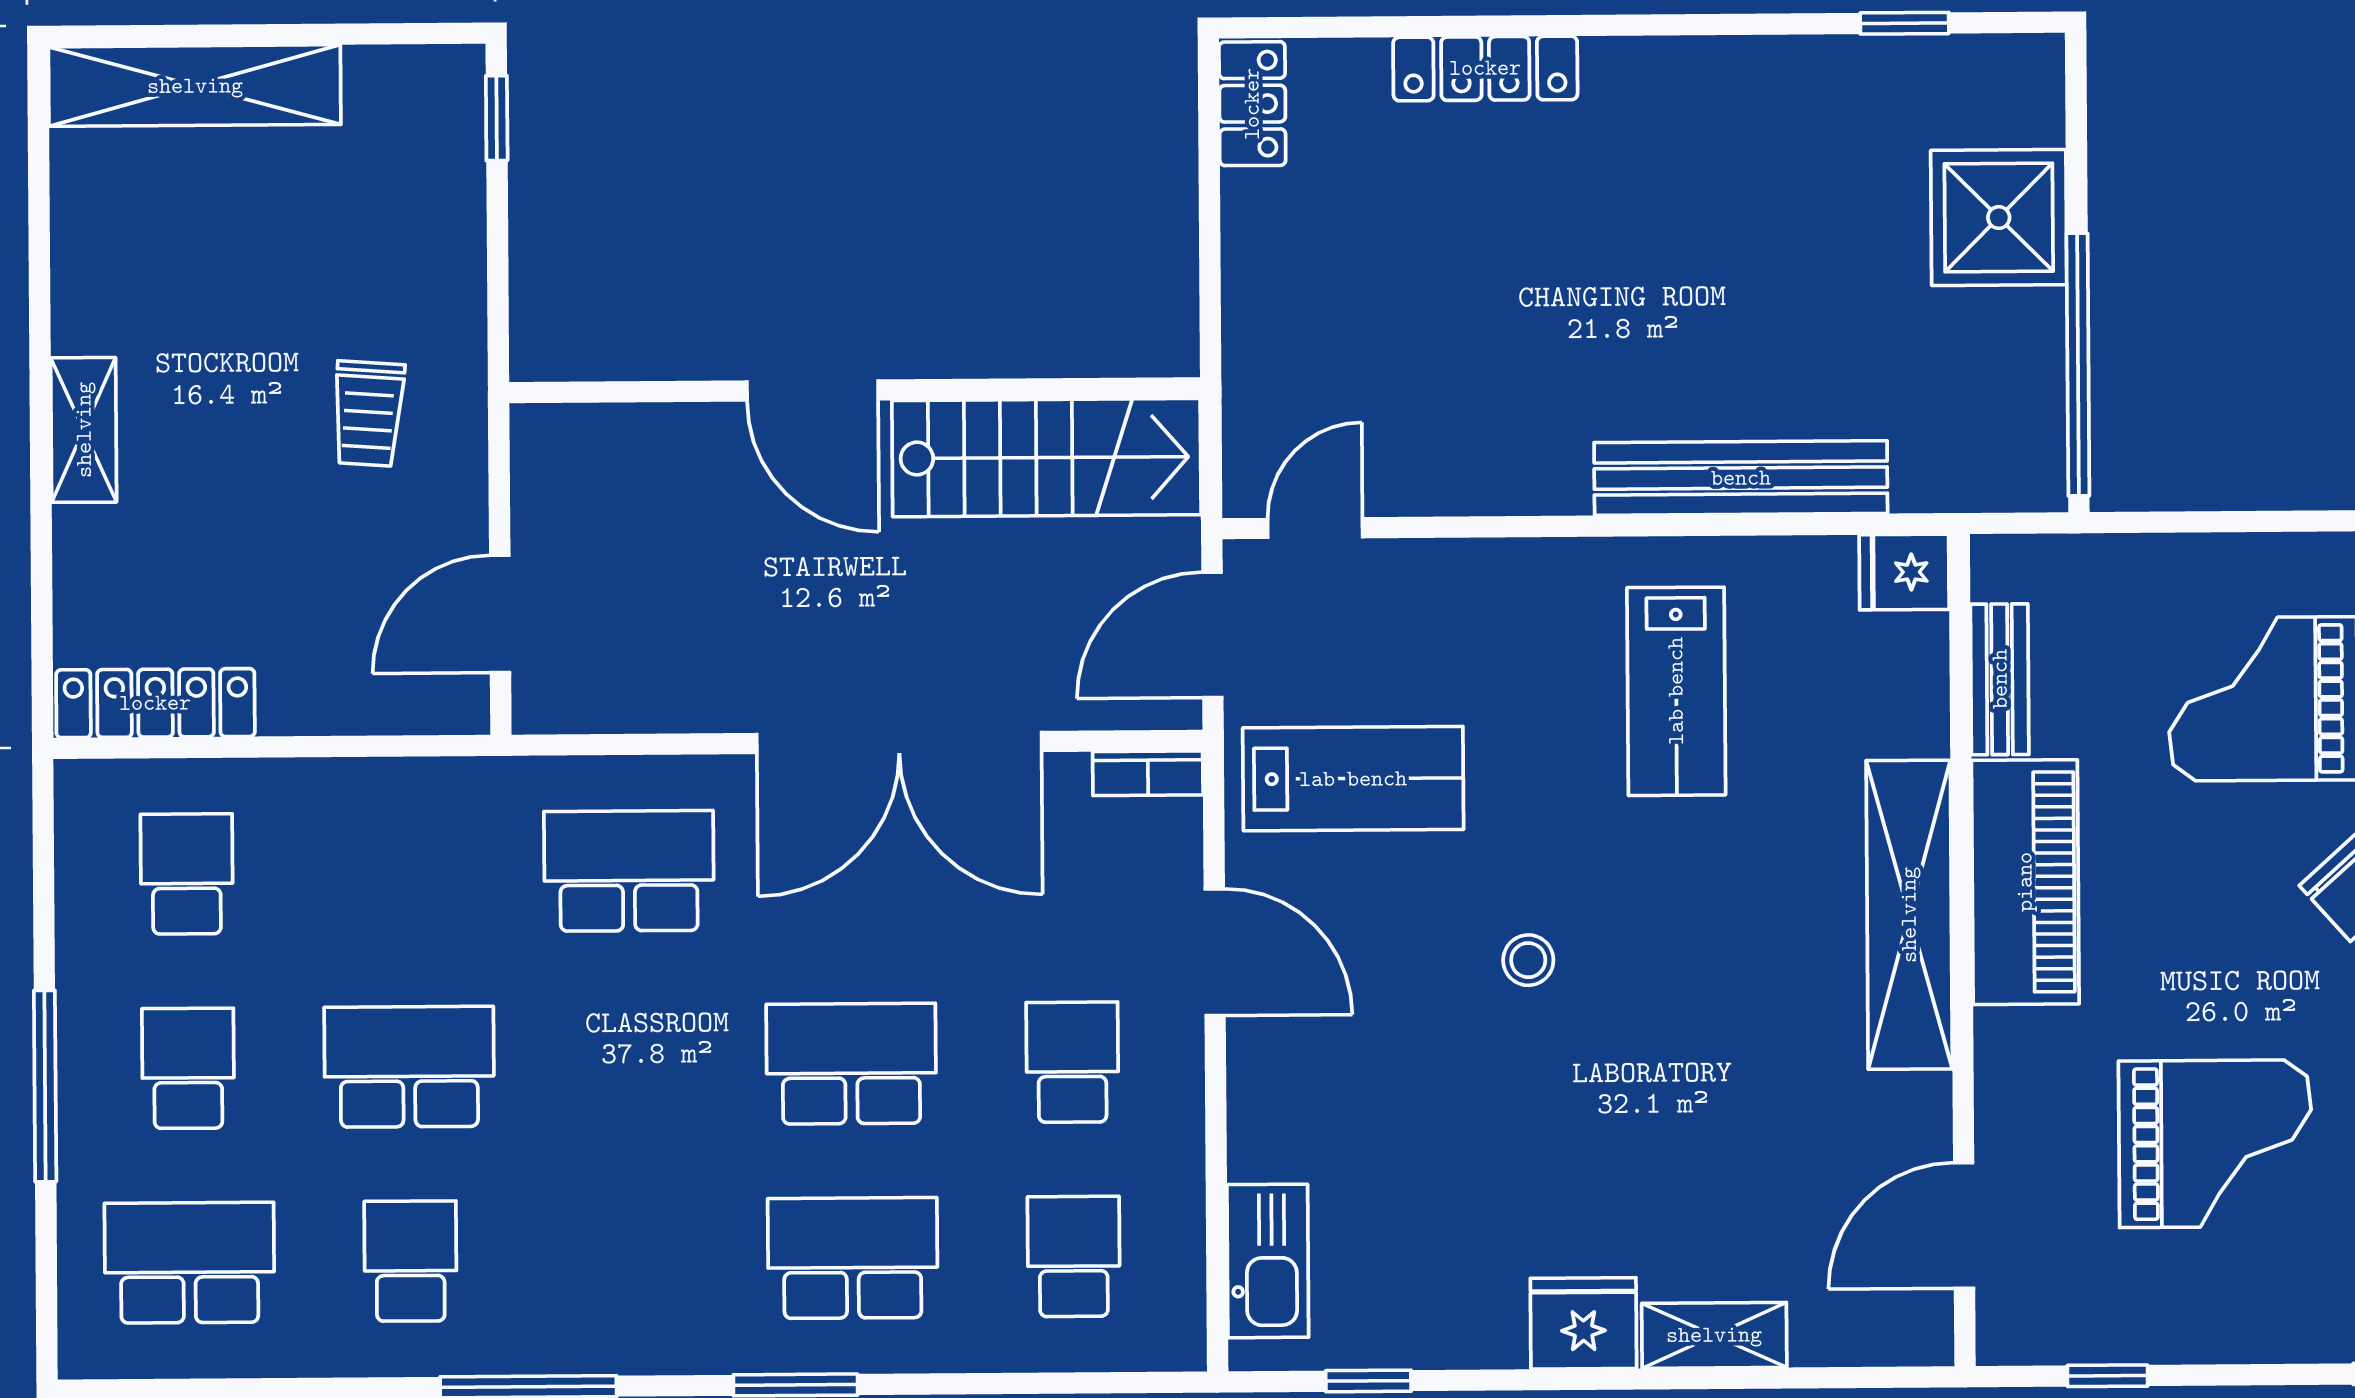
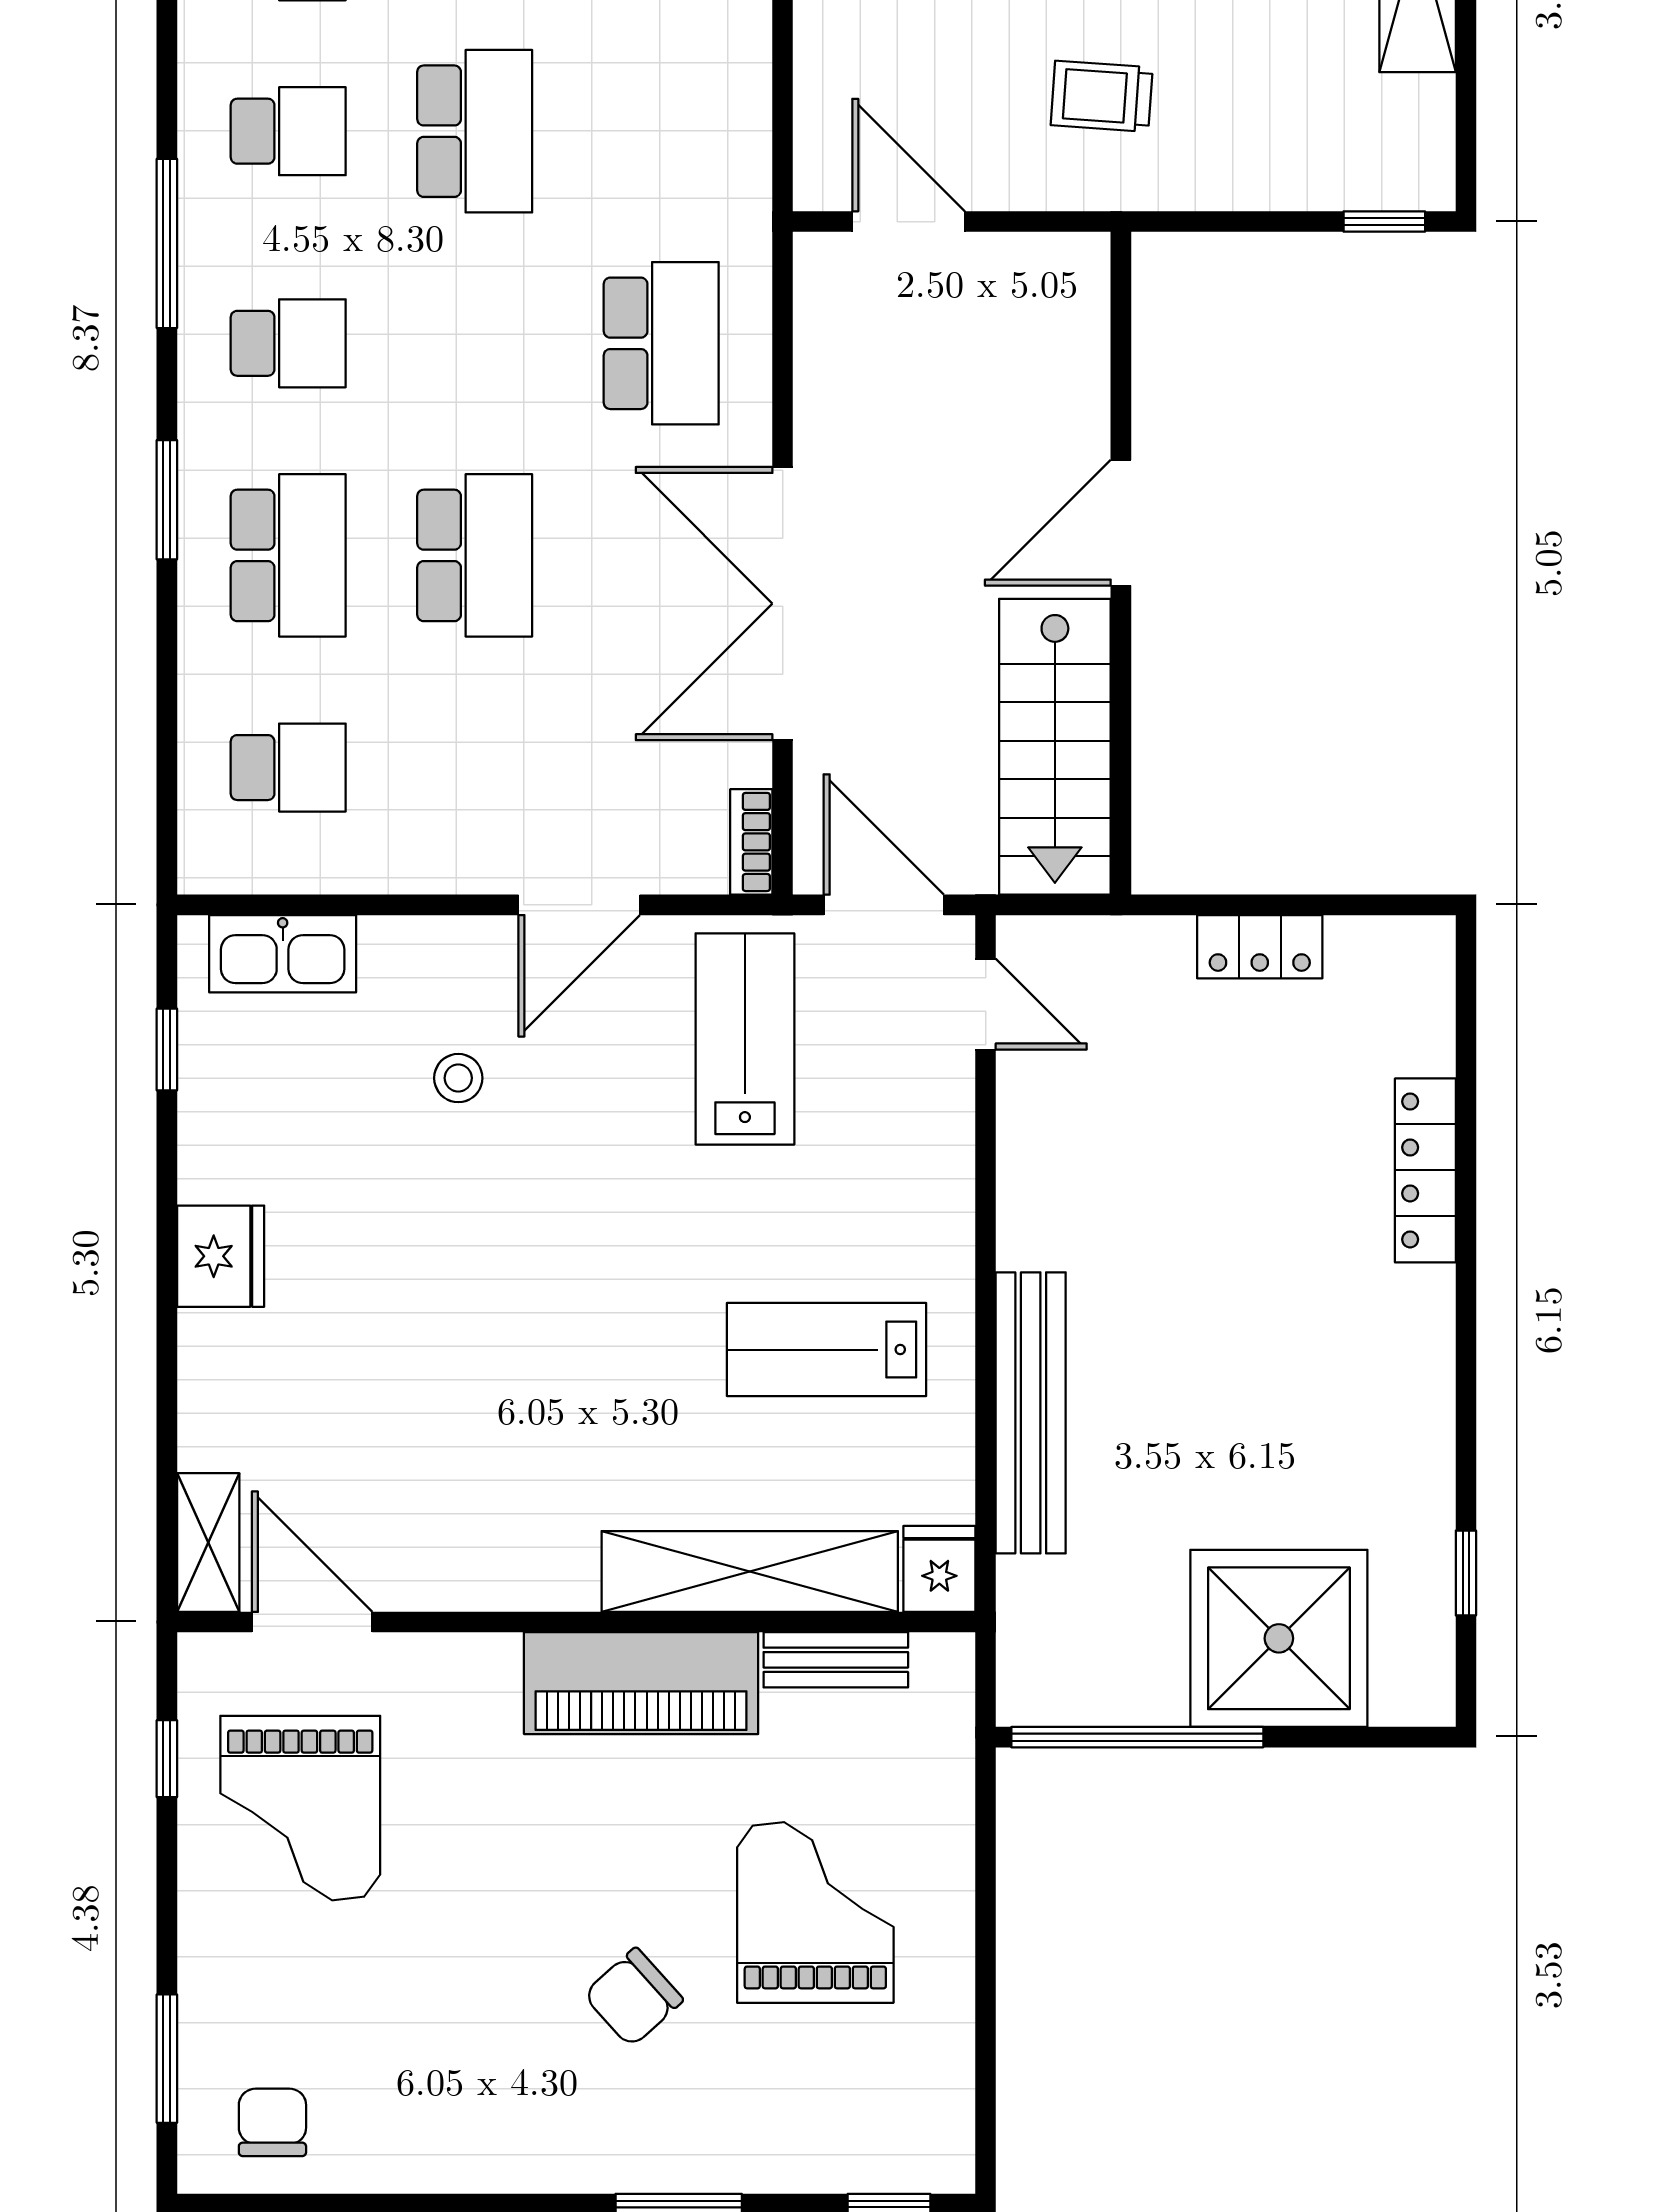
locker: (1252, 104) -> (1260, 947), moved
shower: (1999, 218) -> (1279, 1638), width x1.37, depth x1.37
lab bench: (1353, 779) -> (745, 1039), turned 180
shelving: (1909, 915) -> (750, 1572), moved
stool: (1528, 960) -> (458, 1078), moved
school desk: (1072, 1062) -> (288, 343), moved
grand piano: (2215, 1144) -> (300, 1808), moved
shelving: (1714, 1335) -> (208, 1543), moved

